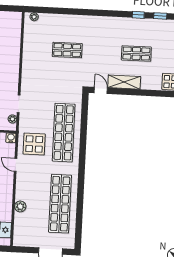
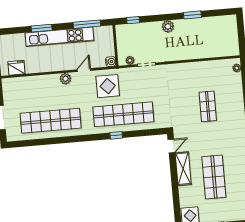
shop shelf: (136, 53) -> (214, 177), width x1.43, depth x1.36
window: (83, 142) -> (116, 135), added
plant: (20, 206) -> (65, 79), moved

